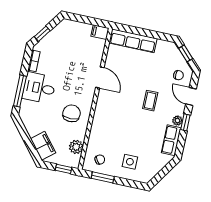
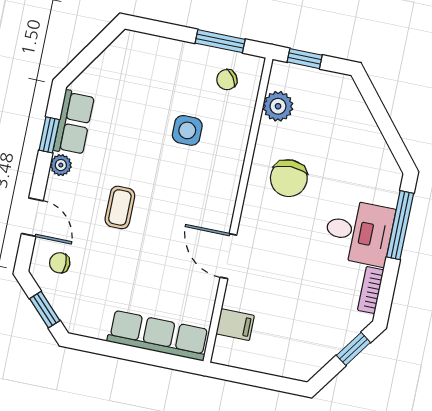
filing cabinet: (100, 32) -> (235, 325), moved
window: (185, 122) -> (49, 135), moved
filing cabinet: (43, 146) -> (349, 108), removed
side table: (130, 162) -> (187, 130), moved

